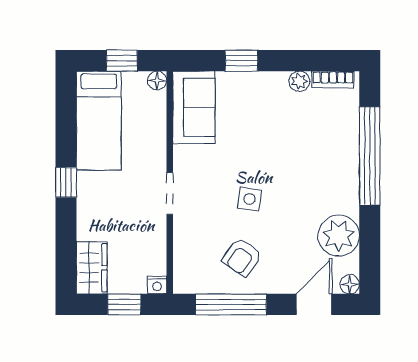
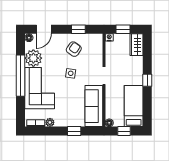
sofa: (194, 107) -> (94, 106), width x1.36
window: (370, 156) -> (21, 76), moved
corner sofa: (324, 163) -> (40, 88), added
window: (231, 304) -> (78, 29), width x0.46

